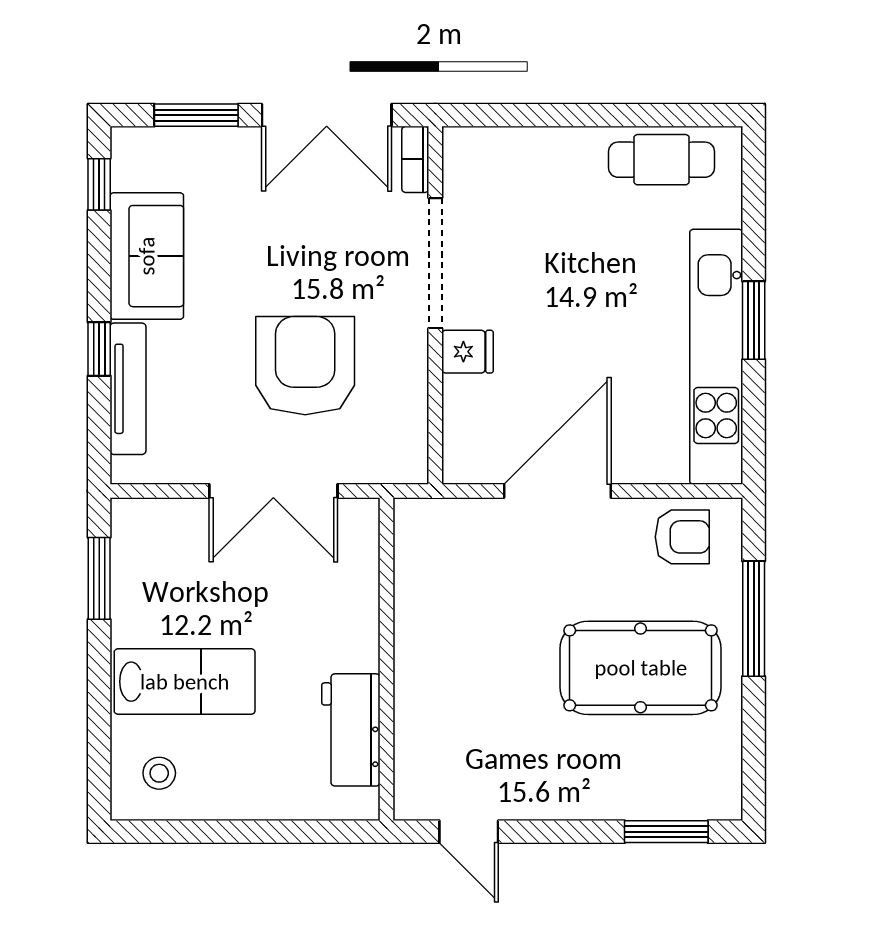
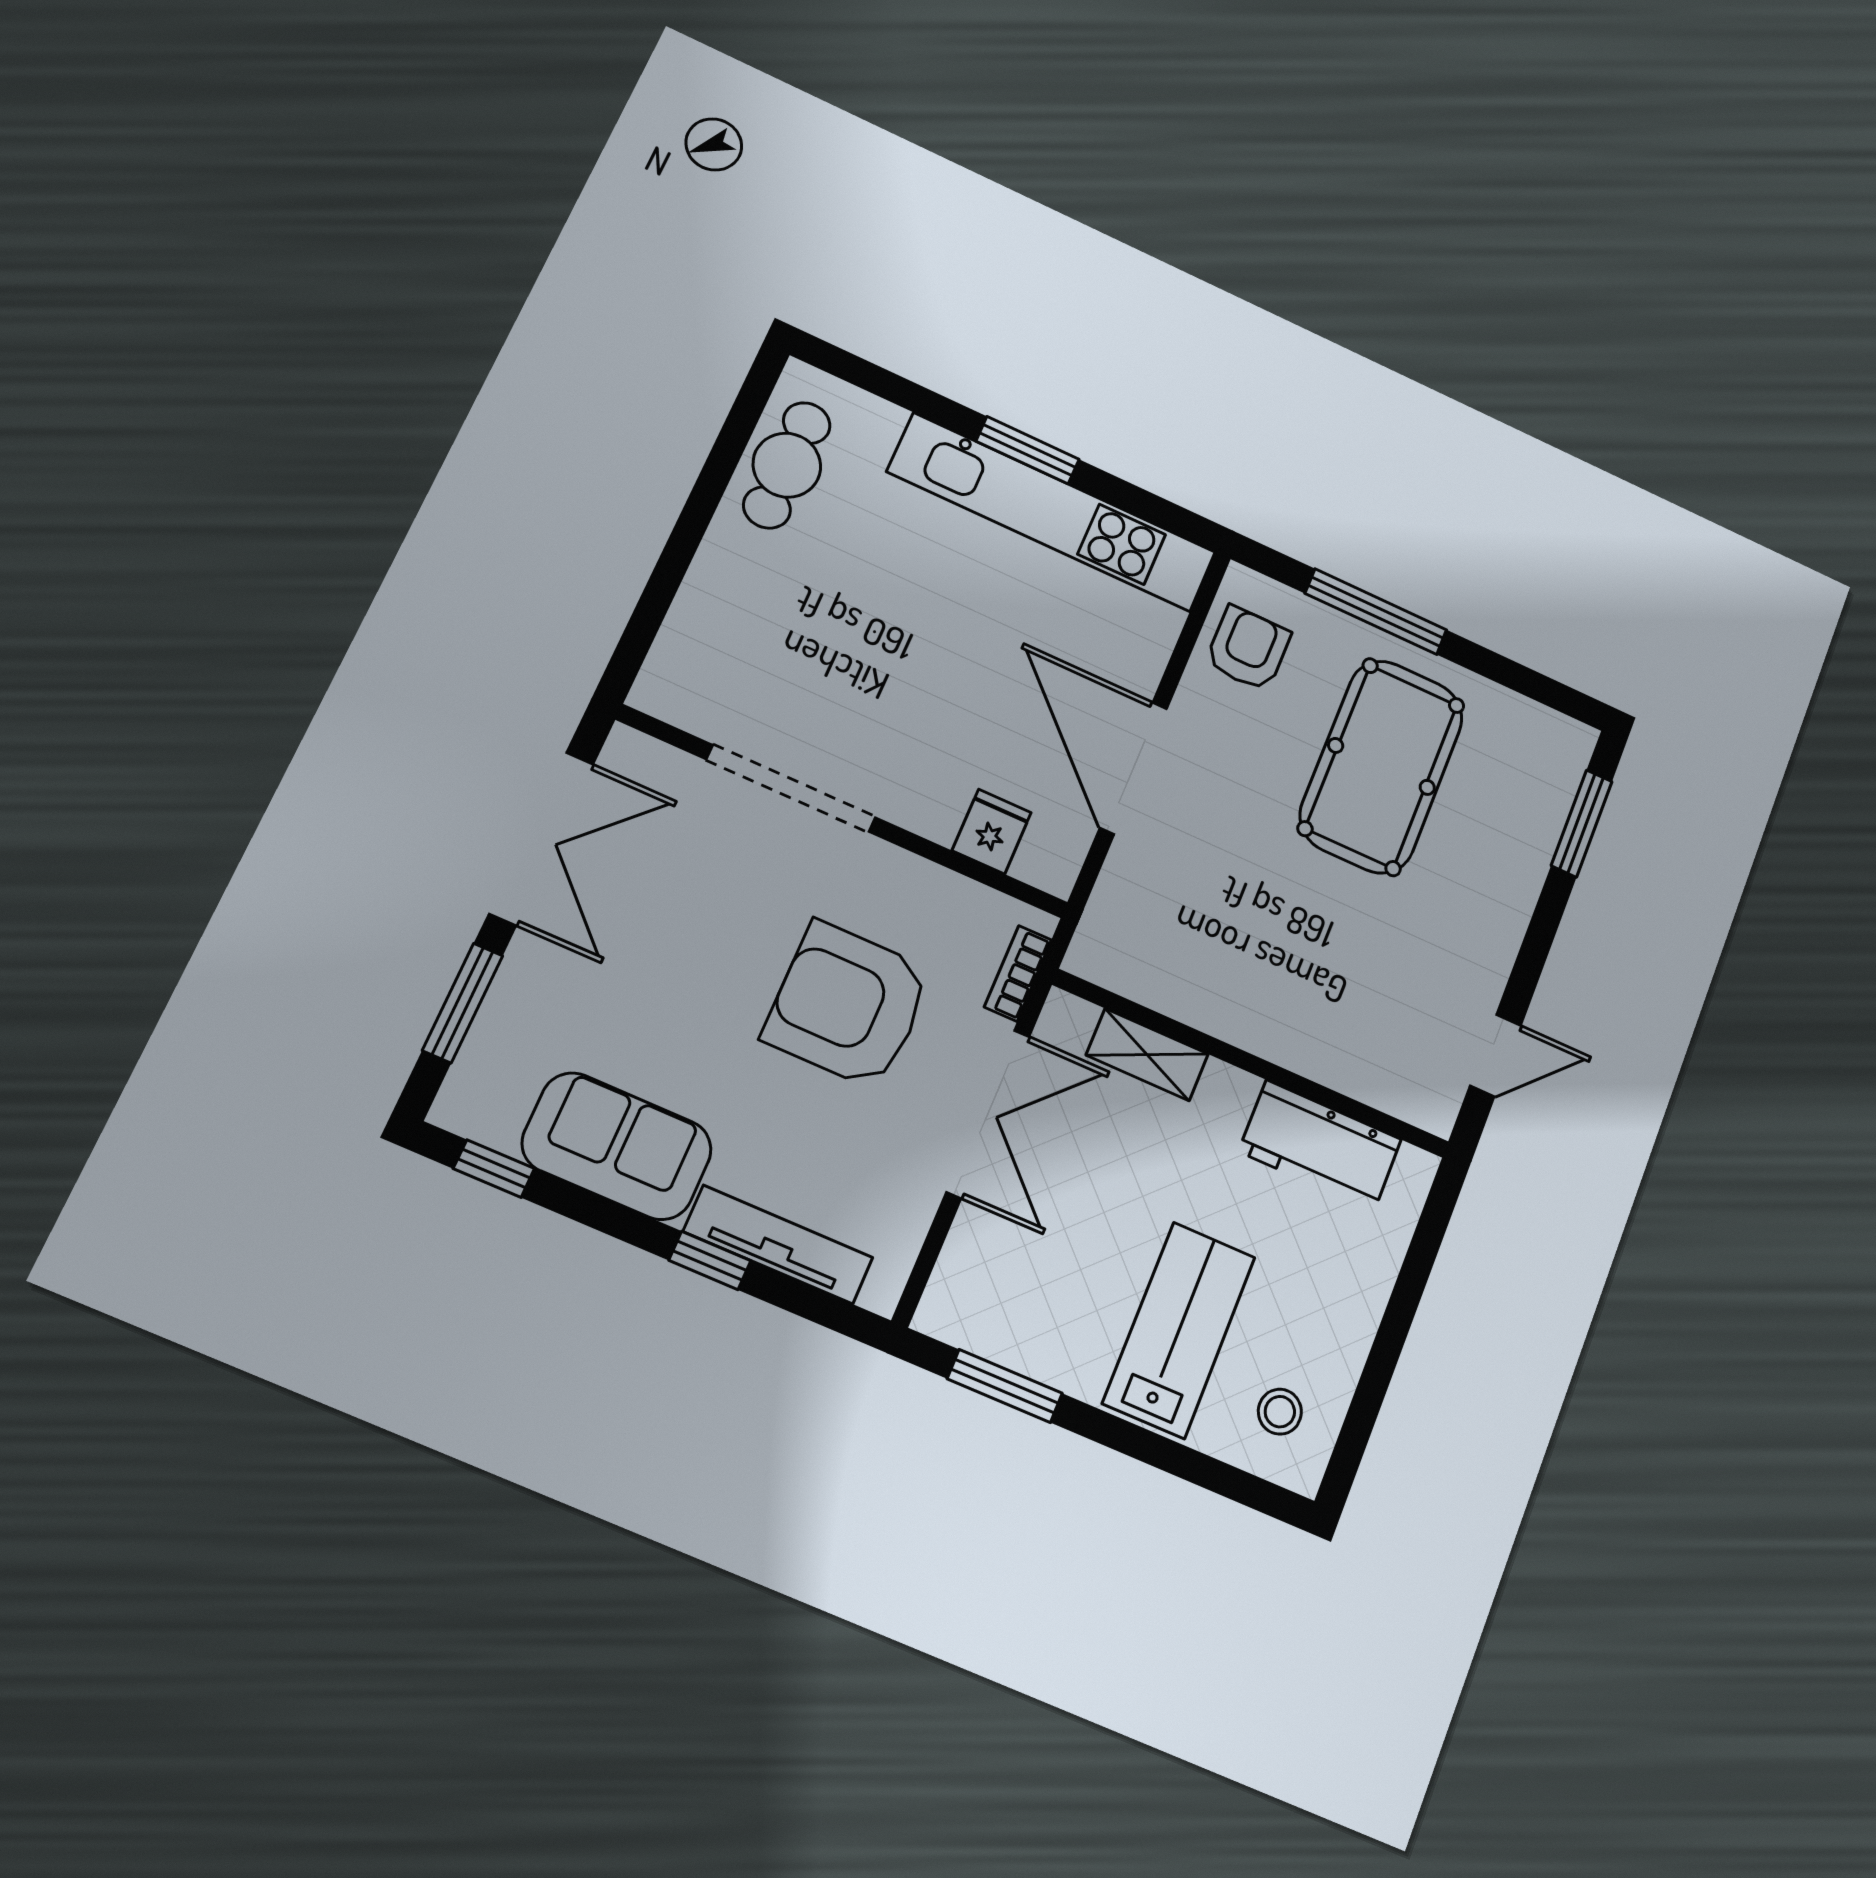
bookcase: (415, 159) -> (1018, 973), moved, turned 90
fridge: (467, 352) -> (992, 832), moved
shelving: (361, 583) -> (1147, 1055), added

